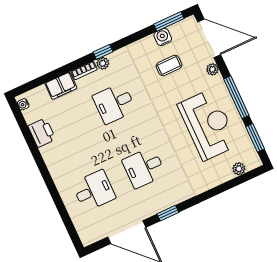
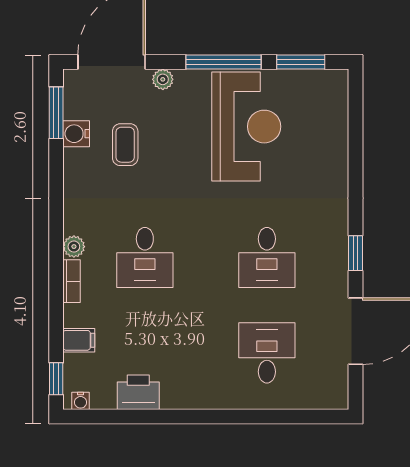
window: (103, 52) -> (56, 379), moved
filing cabinet: (61, 86) -> (79, 340), width x0.50
reception desk: (208, 125) -> (246, 127), turned 90
plant: (239, 169) -> (338, 110), removed

